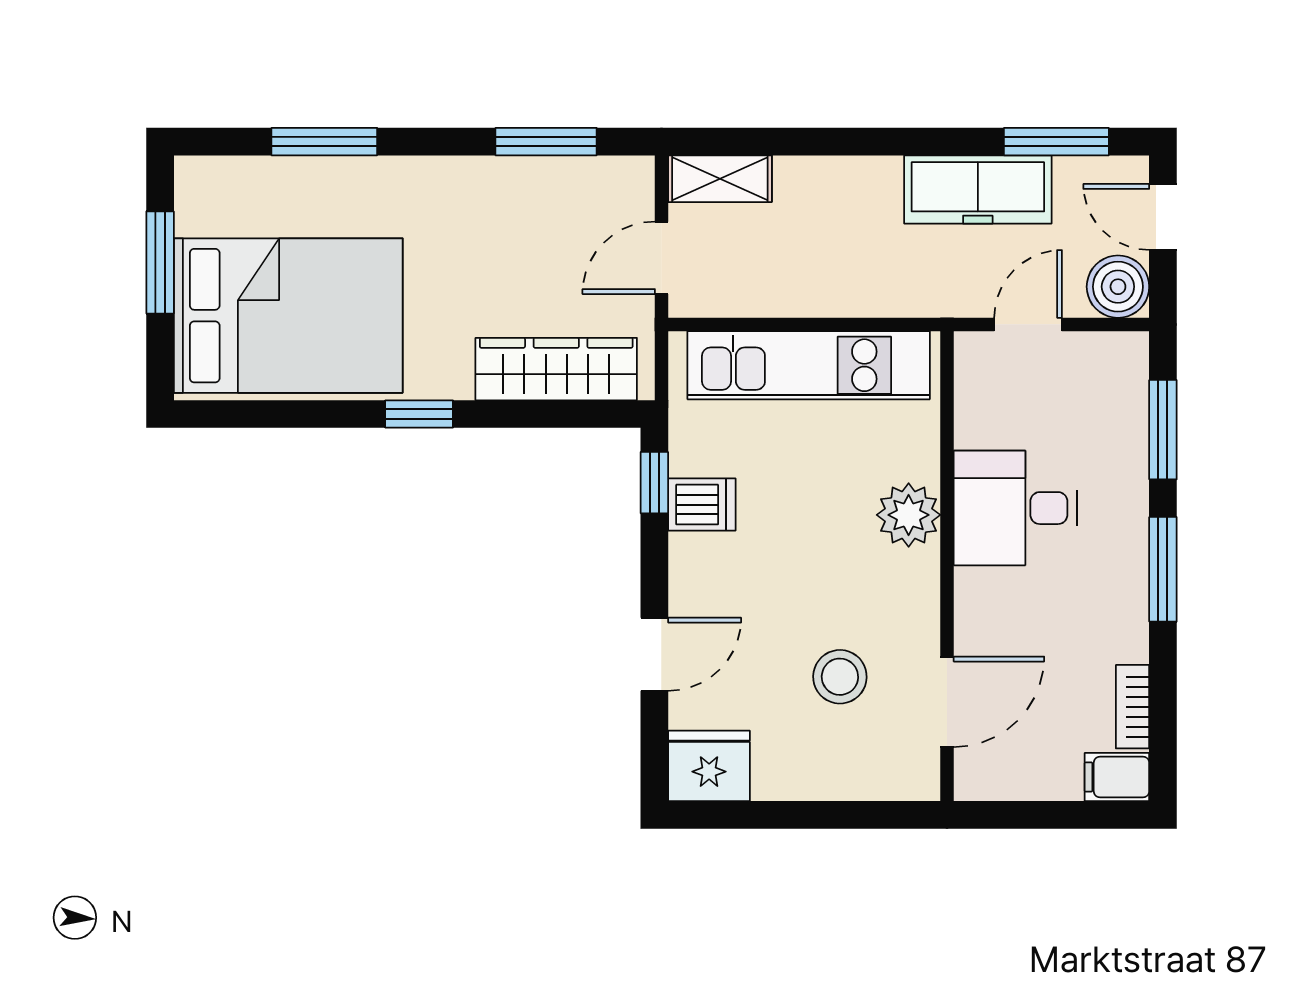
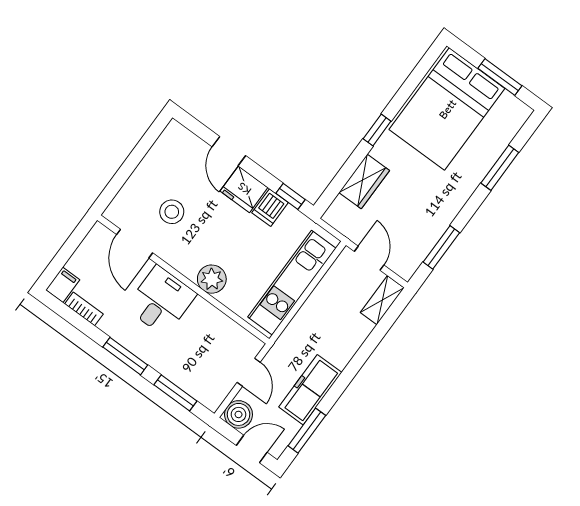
wardrobe: (556, 369) -> (364, 181), width x0.67
desk: (1015, 508) -> (161, 301), moved
fridge: (709, 766) -> (244, 189), moved, turned 90

